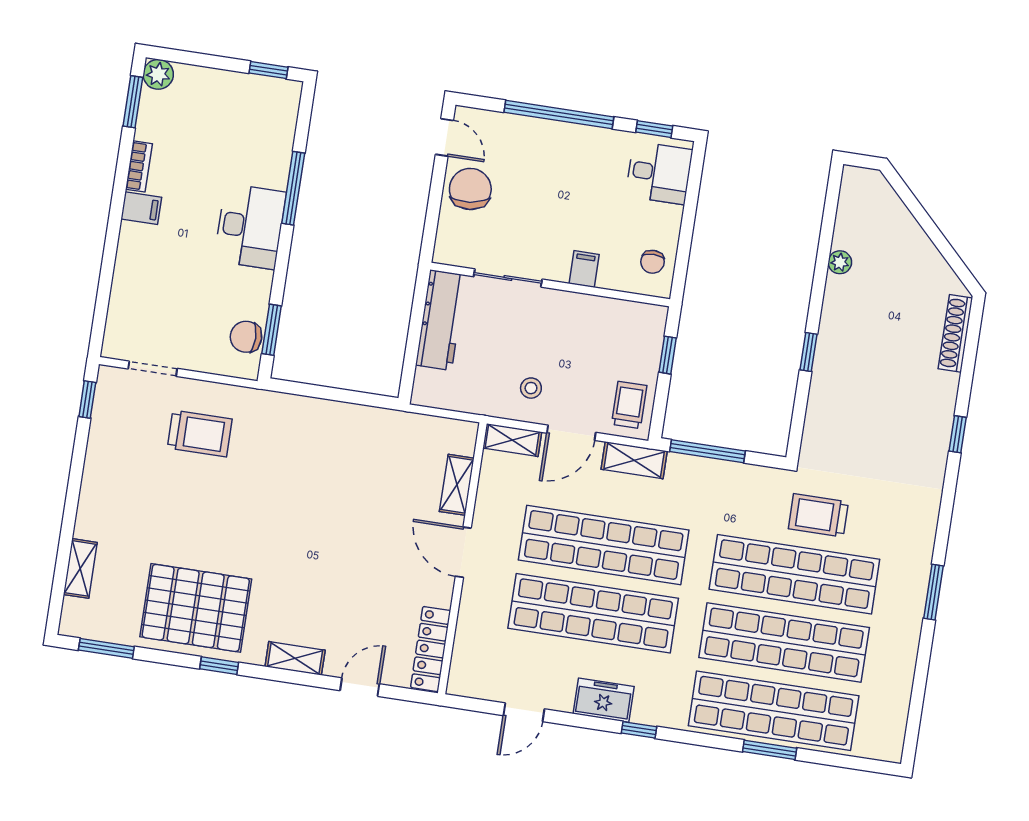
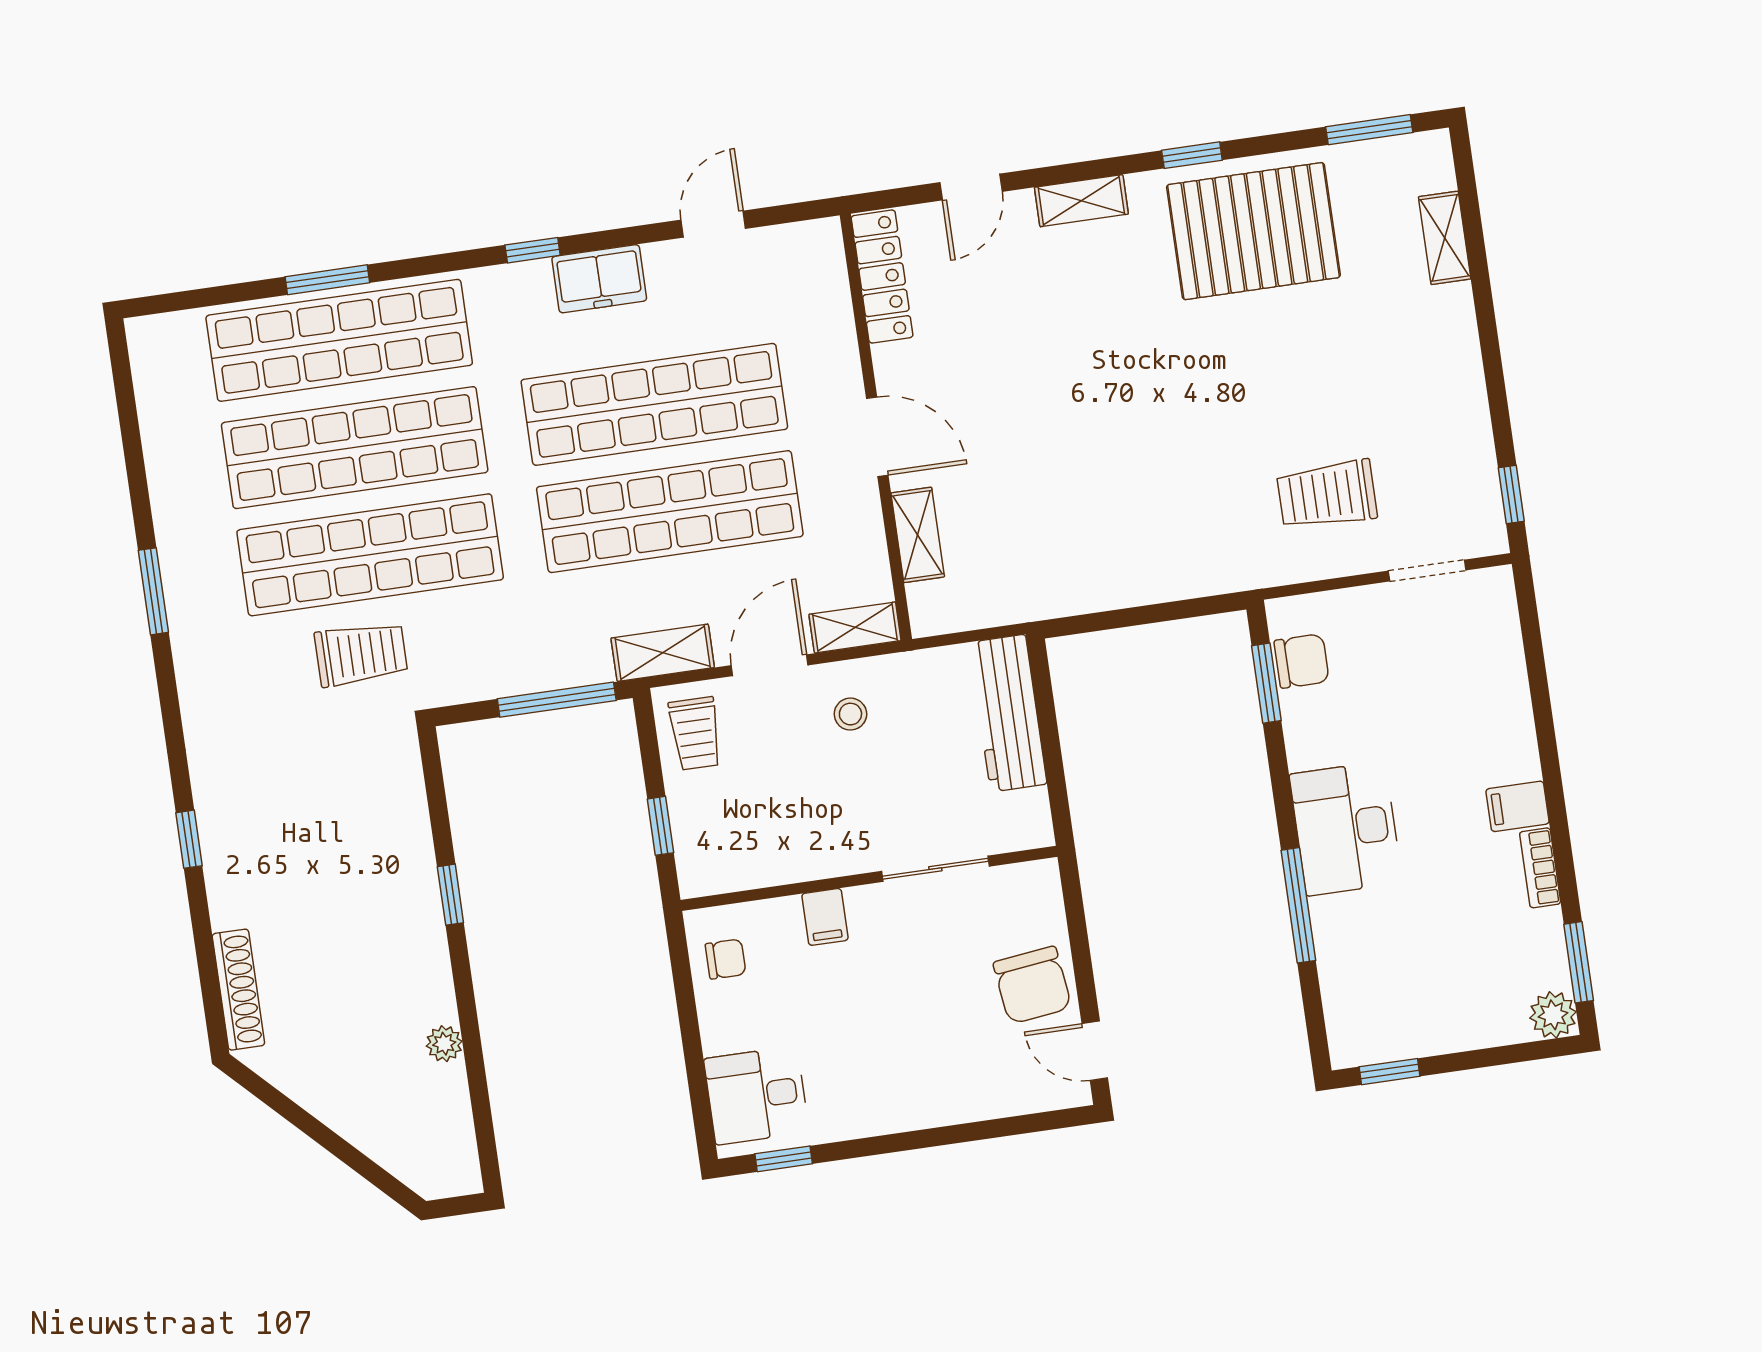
window: (559, 115) -> (933, 1137), removed
chair: (653, 262) -> (726, 959), turned 90
workbench: (441, 320) -> (1008, 713), moved

